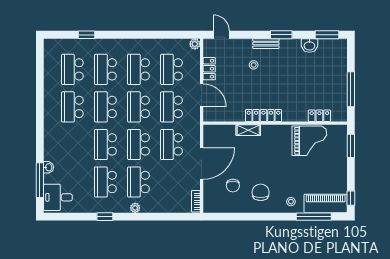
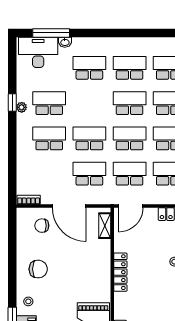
door: (202, 95) -> (131, 206), moved
shelving: (248, 130) -> (105, 226), moved
school desk: (105, 144) -> (89, 68), moved
chair: (233, 186) -> (42, 226), moved
desk: (58, 197) -> (38, 52), width x1.37
plant: (135, 208) -> (22, 107), moved

